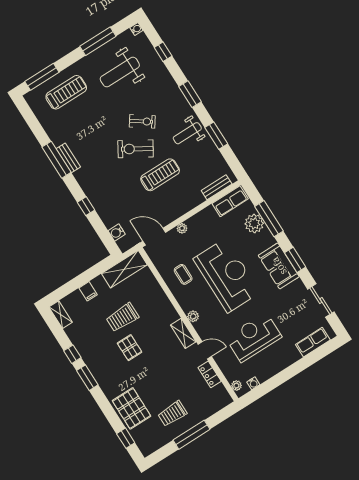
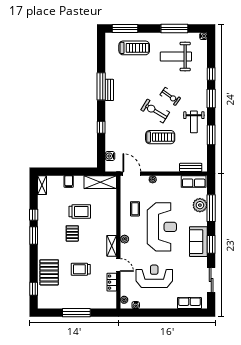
window: (163, 52) -> (211, 74), moved
weight bench: (187, 133) -> (194, 122), turned -90
trolley: (122, 317) -> (80, 212), turned 180
trolley: (172, 414) -> (81, 269), moved

